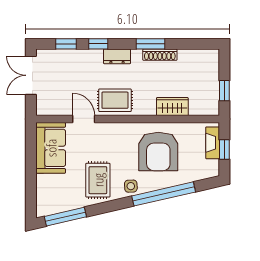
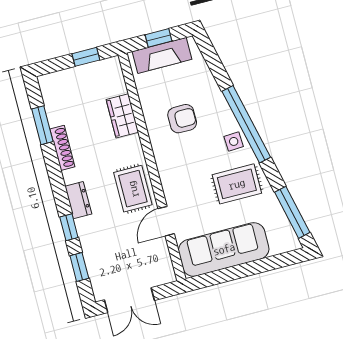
window: (150, 44) -> (42, 125), moved
fireplace: (213, 143) -> (162, 55), width x1.37, depth x1.32
sofa: (51, 148) -> (224, 249), width x1.36
armchair: (158, 151) -> (182, 119), width x0.53, depth x0.53
window: (164, 194) -> (246, 124), moved

